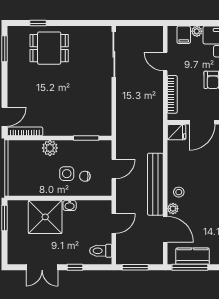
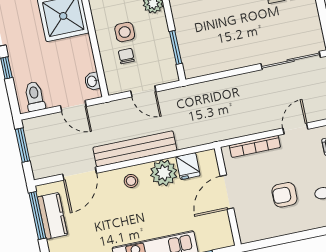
door: (202, 122) -> (227, 192), hinge flipped
fridge: (177, 132) -> (188, 166), moved
washbasin: (70, 205) -> (92, 81), moved
plant: (173, 209) -> (164, 173), moved, width x1.87, depth x1.87

